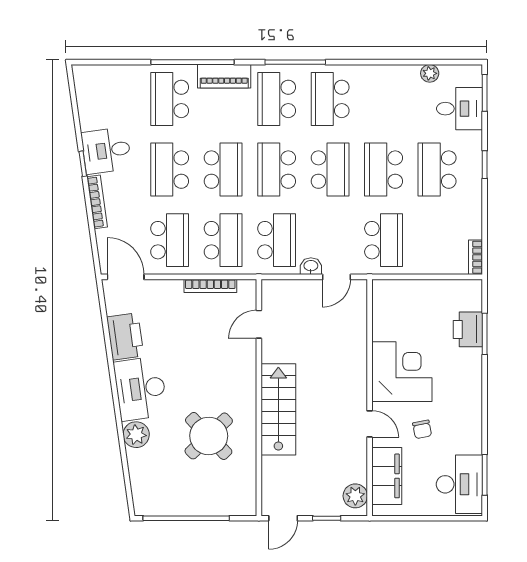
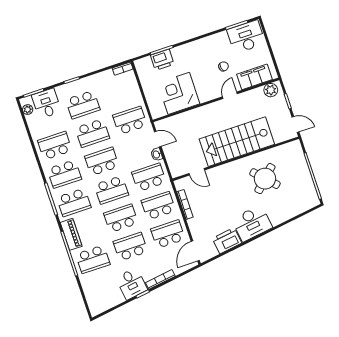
plant: (430, 73) -> (28, 110), moved
school desk: (384, 99) -> (55, 146), added
school desk: (170, 170) -> (130, 247), turned 180
corner desk: (402, 372) -> (179, 93), moved
stairs: (278, 409) -> (237, 142), width x1.36, depth x1.51
plant: (136, 435) -> (277, 217), removed

